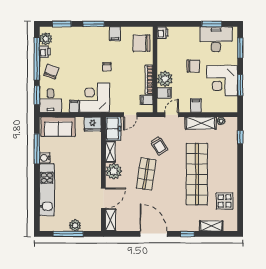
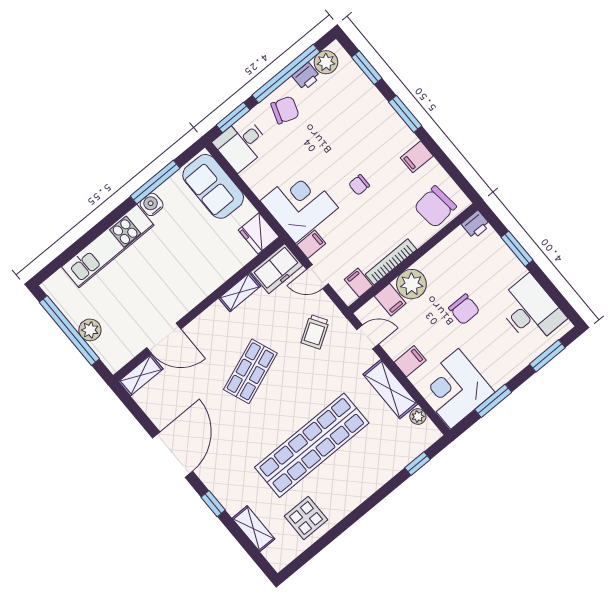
window: (212, 24) -> (517, 249), moved
chair: (142, 43) -> (435, 207), turned -96
corner desk: (222, 81) -> (455, 389), moved
filing cabinet: (74, 106) -> (311, 244), moved
trolley: (159, 146) -> (315, 332), moved
plant: (114, 171) -> (215, 321), removed
shop shelf: (146, 174) -> (250, 371), turned -30
window: (68, 234) -> (69, 330), width x1.46

